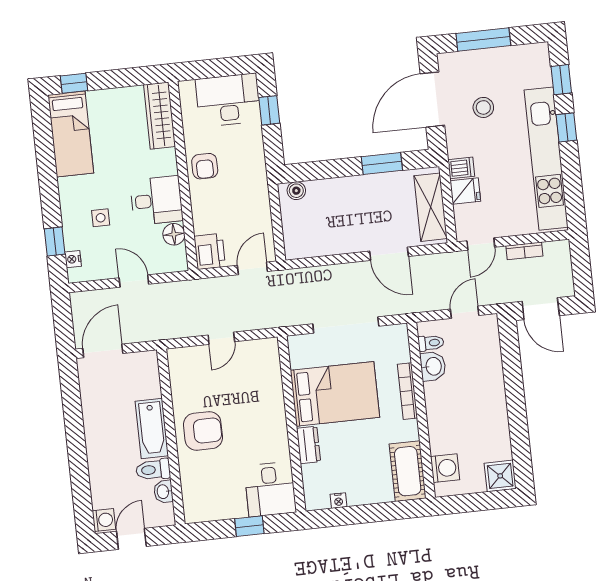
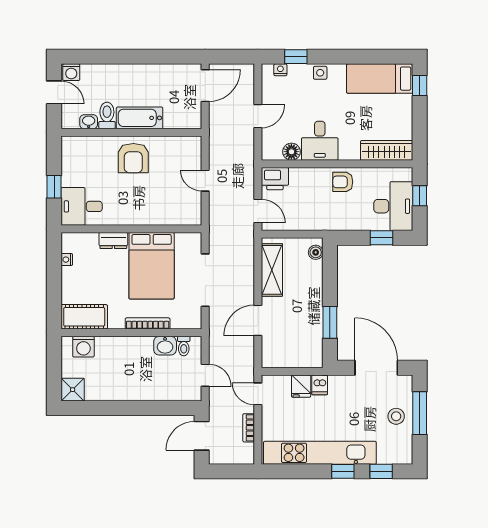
window: (212, 68) -> (420, 196), added
stool: (483, 107) -> (396, 416), moved
shelving: (431, 207) -> (272, 270), moved, turned 90
side table: (101, 218) -> (320, 73), moved
door: (103, 351) -> (205, 86), hinge flipped

